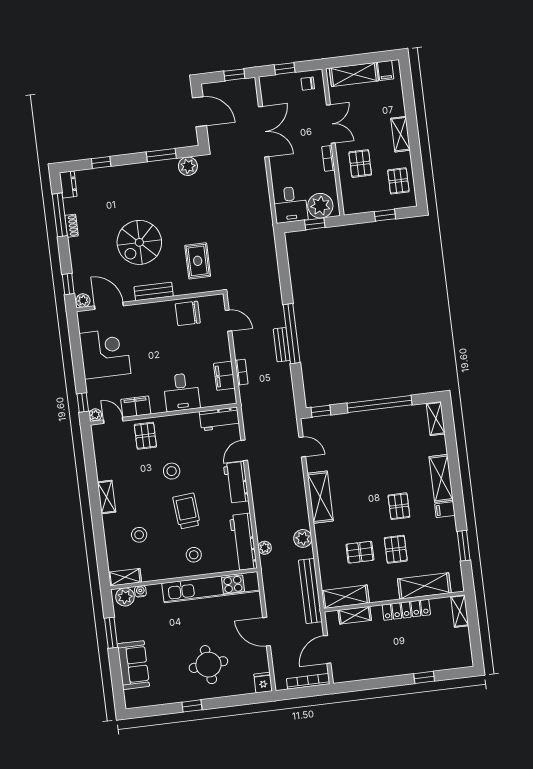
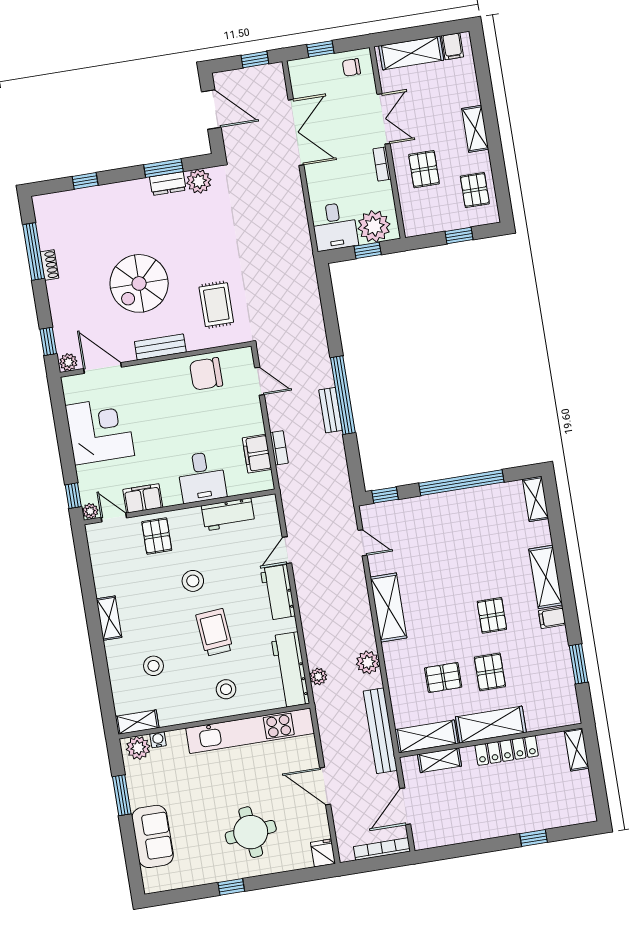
dresser: (68, 184) -> (168, 184), moved, turned 90
workbench: (220, 419) -> (228, 514), moved
shelving: (424, 586) -> (491, 725), moved

